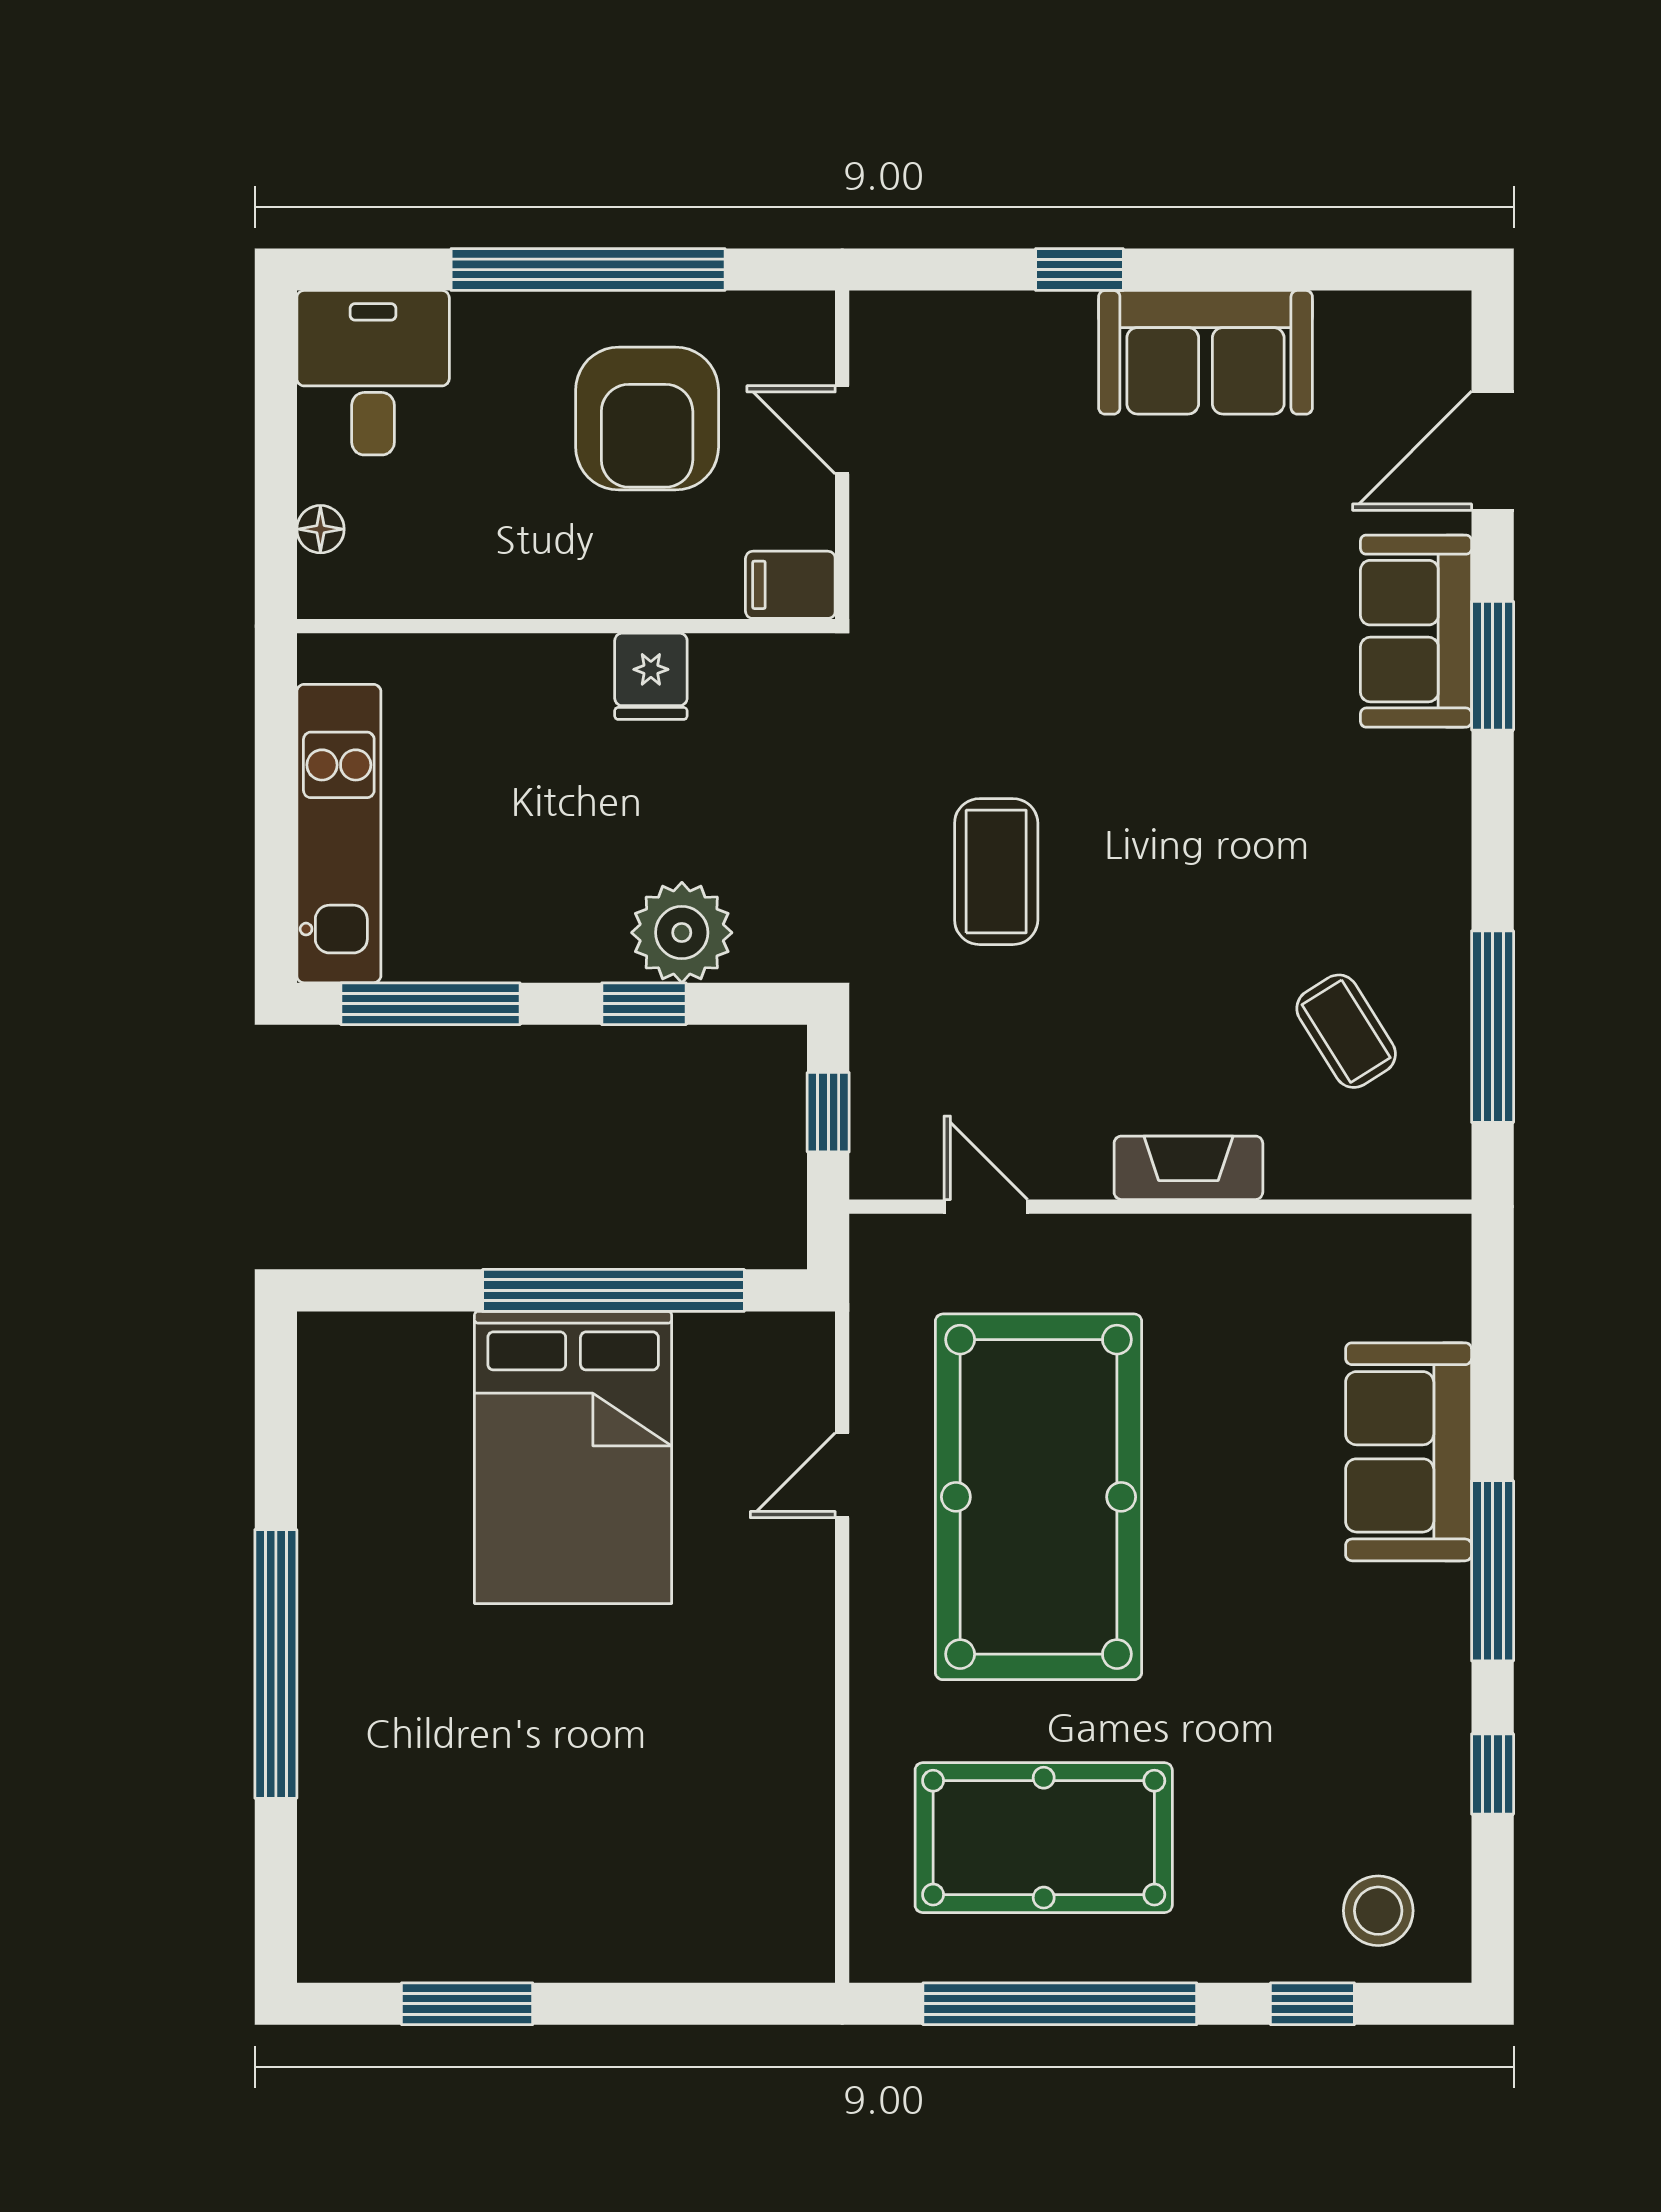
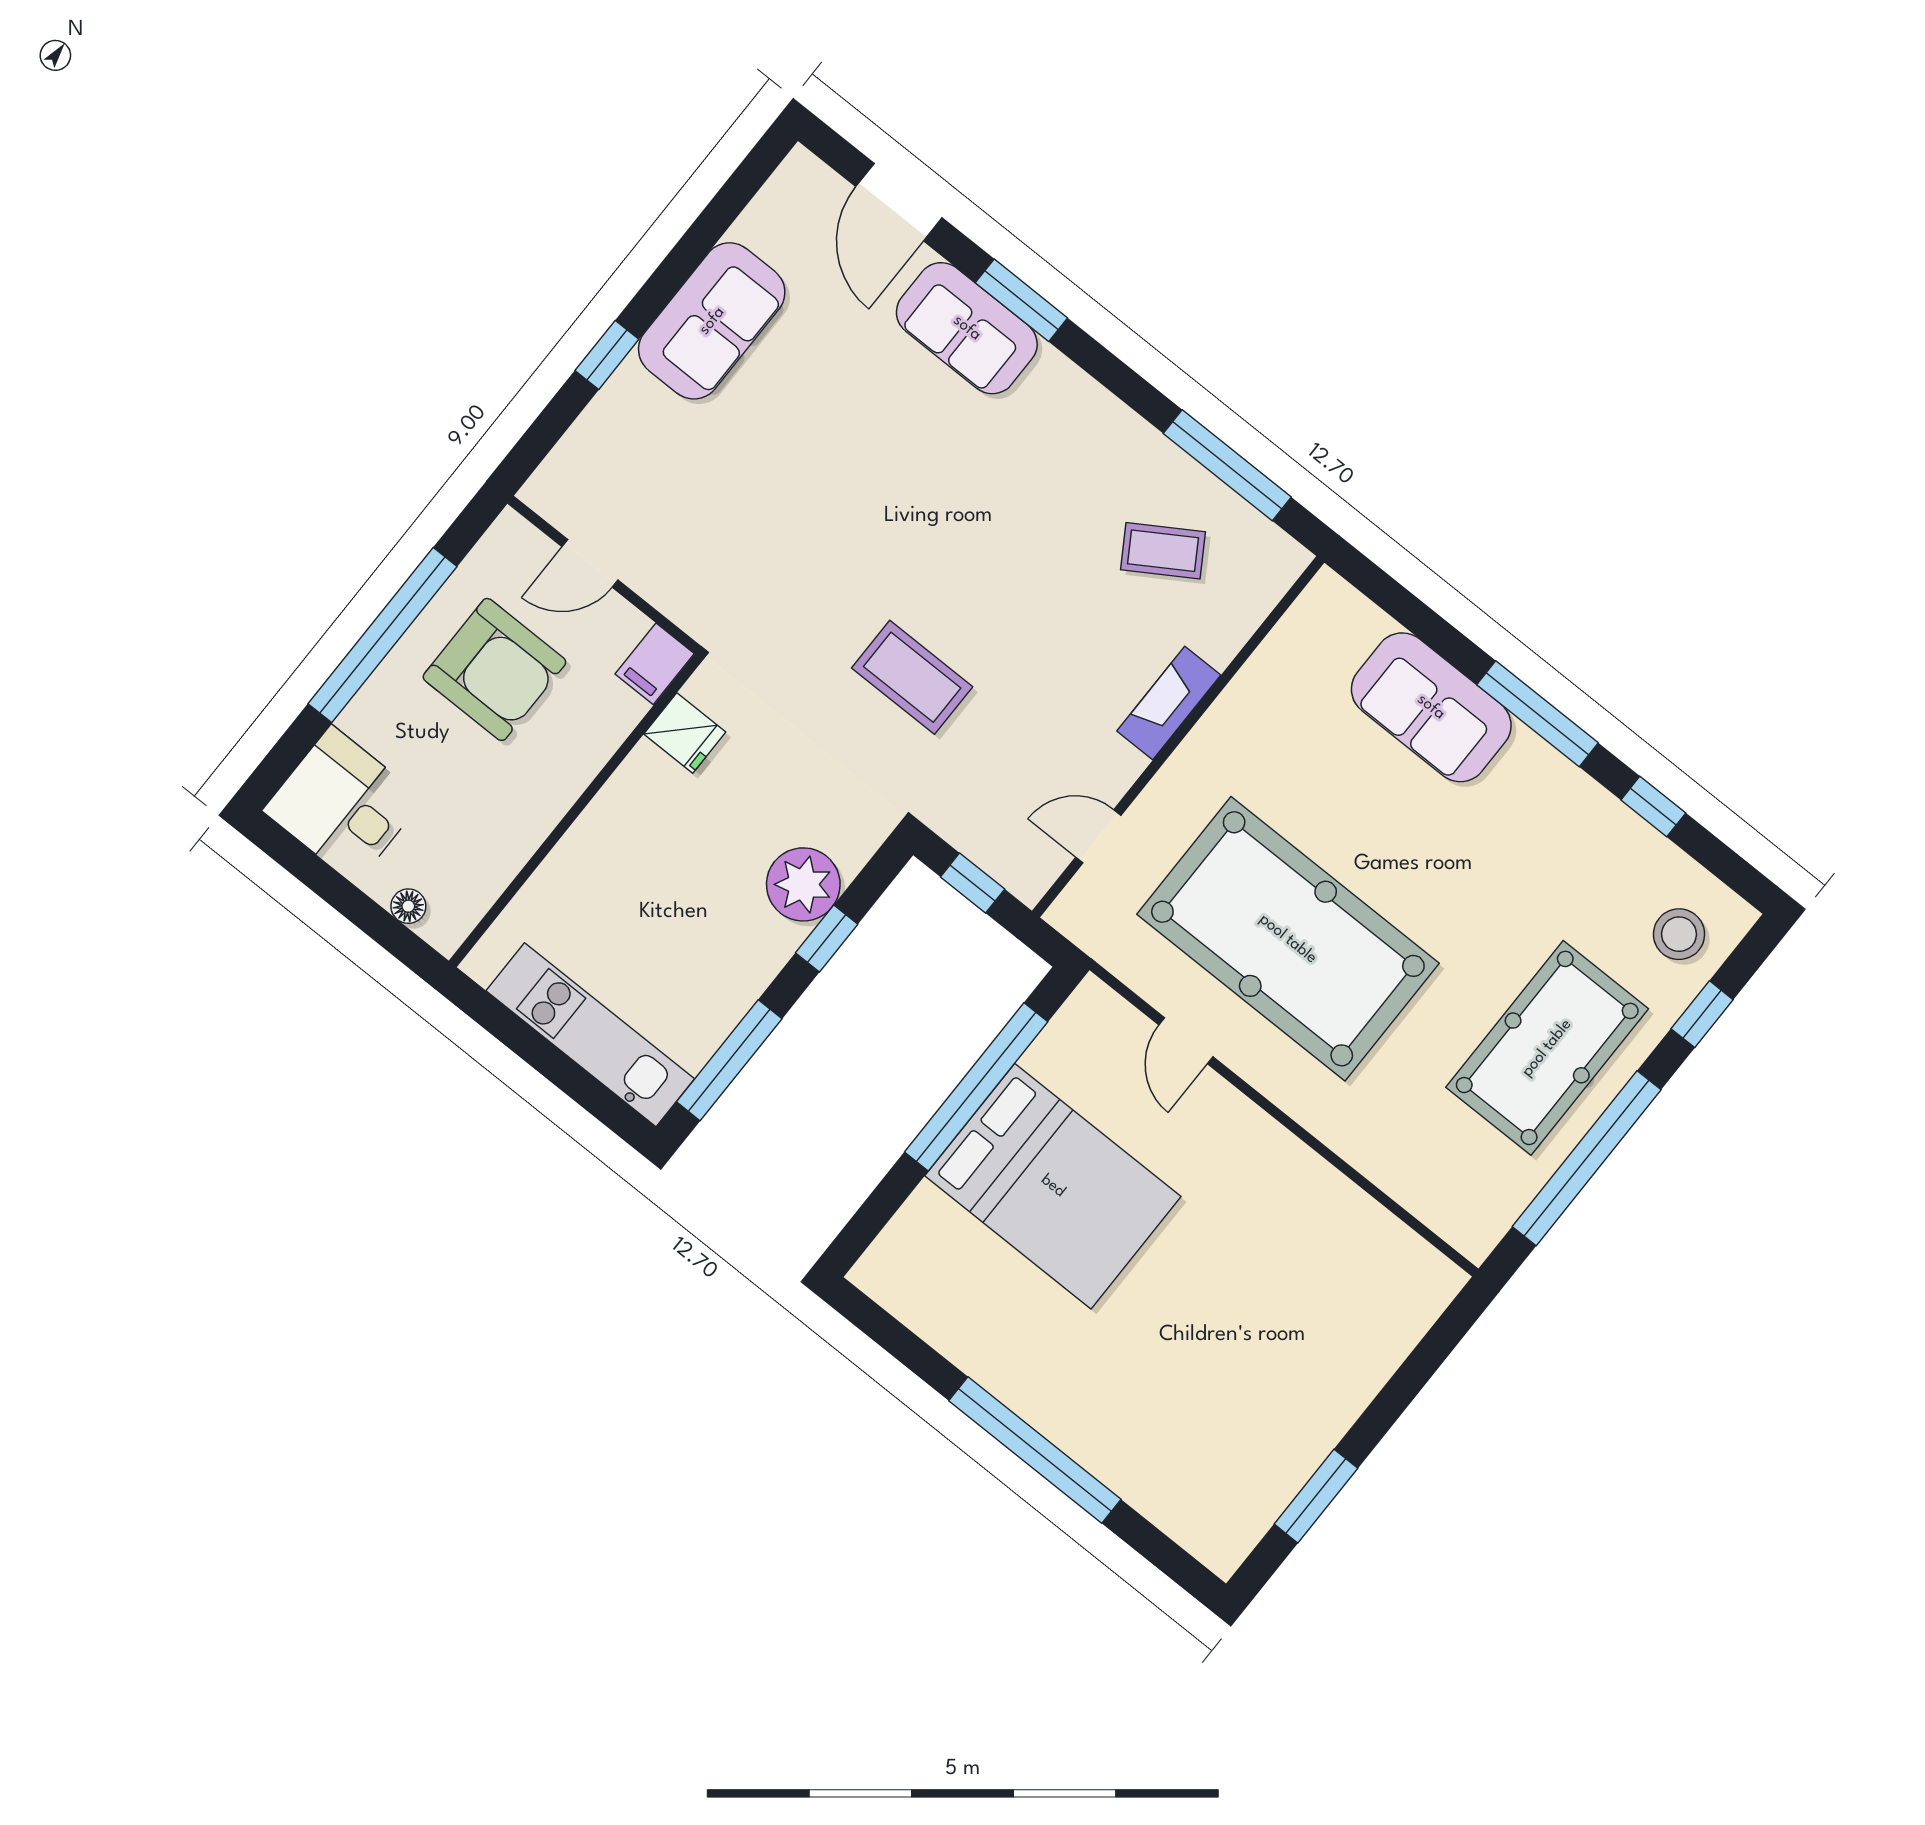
fridge: (651, 676) -> (685, 733), moved
pool table: (1044, 1838) -> (1547, 1048), moved

